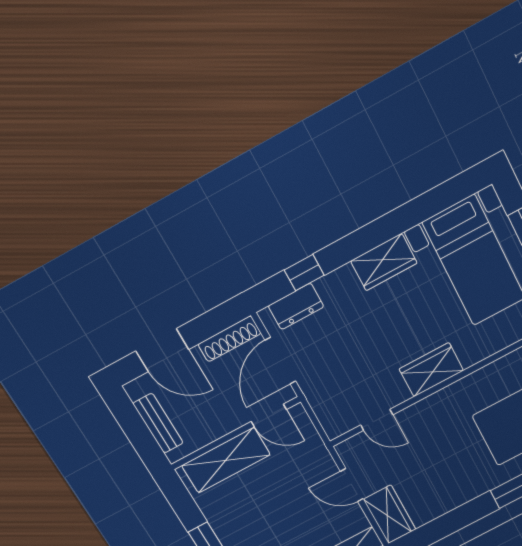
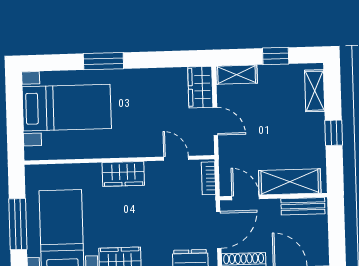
bookcase: (325, 416) -> (209, 178), added
bench: (158, 423) -> (303, 206), moved, turned 90

